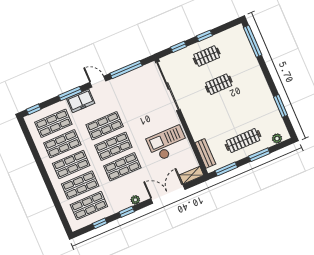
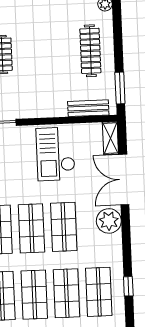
window: (259, 155) -> (118, 36), removed
plant: (135, 200) -> (109, 221), width x1.87, depth x1.87
window: (127, 212) -> (127, 244), removed

